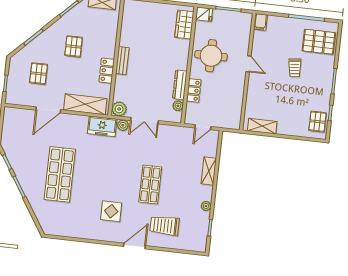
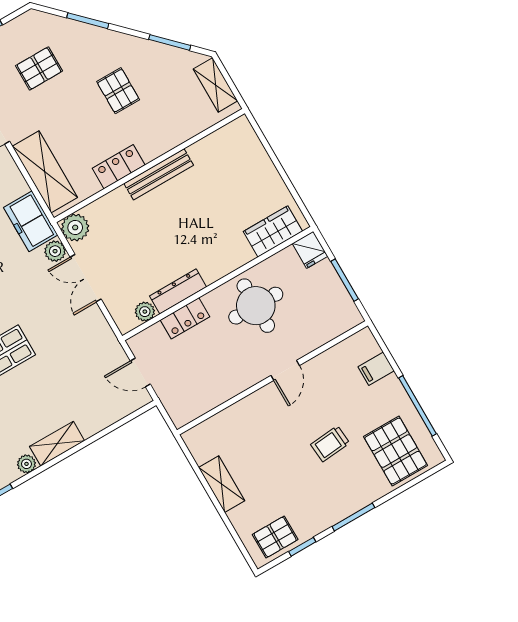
filing cabinet: (261, 22) -> (376, 369), moved
pallet: (74, 46) -> (118, 91), turned 90
bench: (122, 61) -> (159, 174), width x1.36
shelving: (262, 126) -> (222, 484), moved
shelving: (209, 171) -> (57, 444), moved

